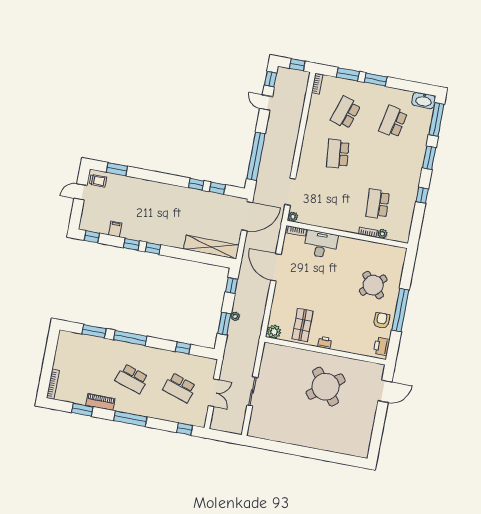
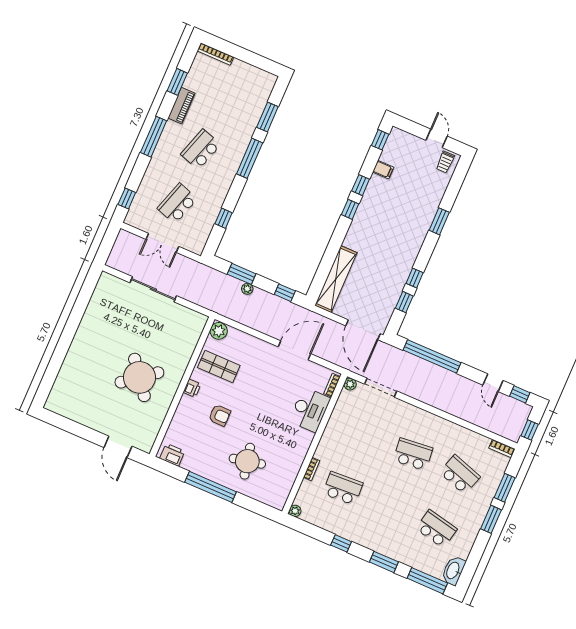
door: (266, 103) -> (493, 383), swing flipped
window: (117, 169) -> (439, 221), moved
plant: (382, 234) -> (295, 511), moved
round table: (373, 285) -> (247, 461), turned 31
armchair: (382, 320) -> (220, 415), moved
sliding door: (252, 391) -> (153, 289), width x1.37

